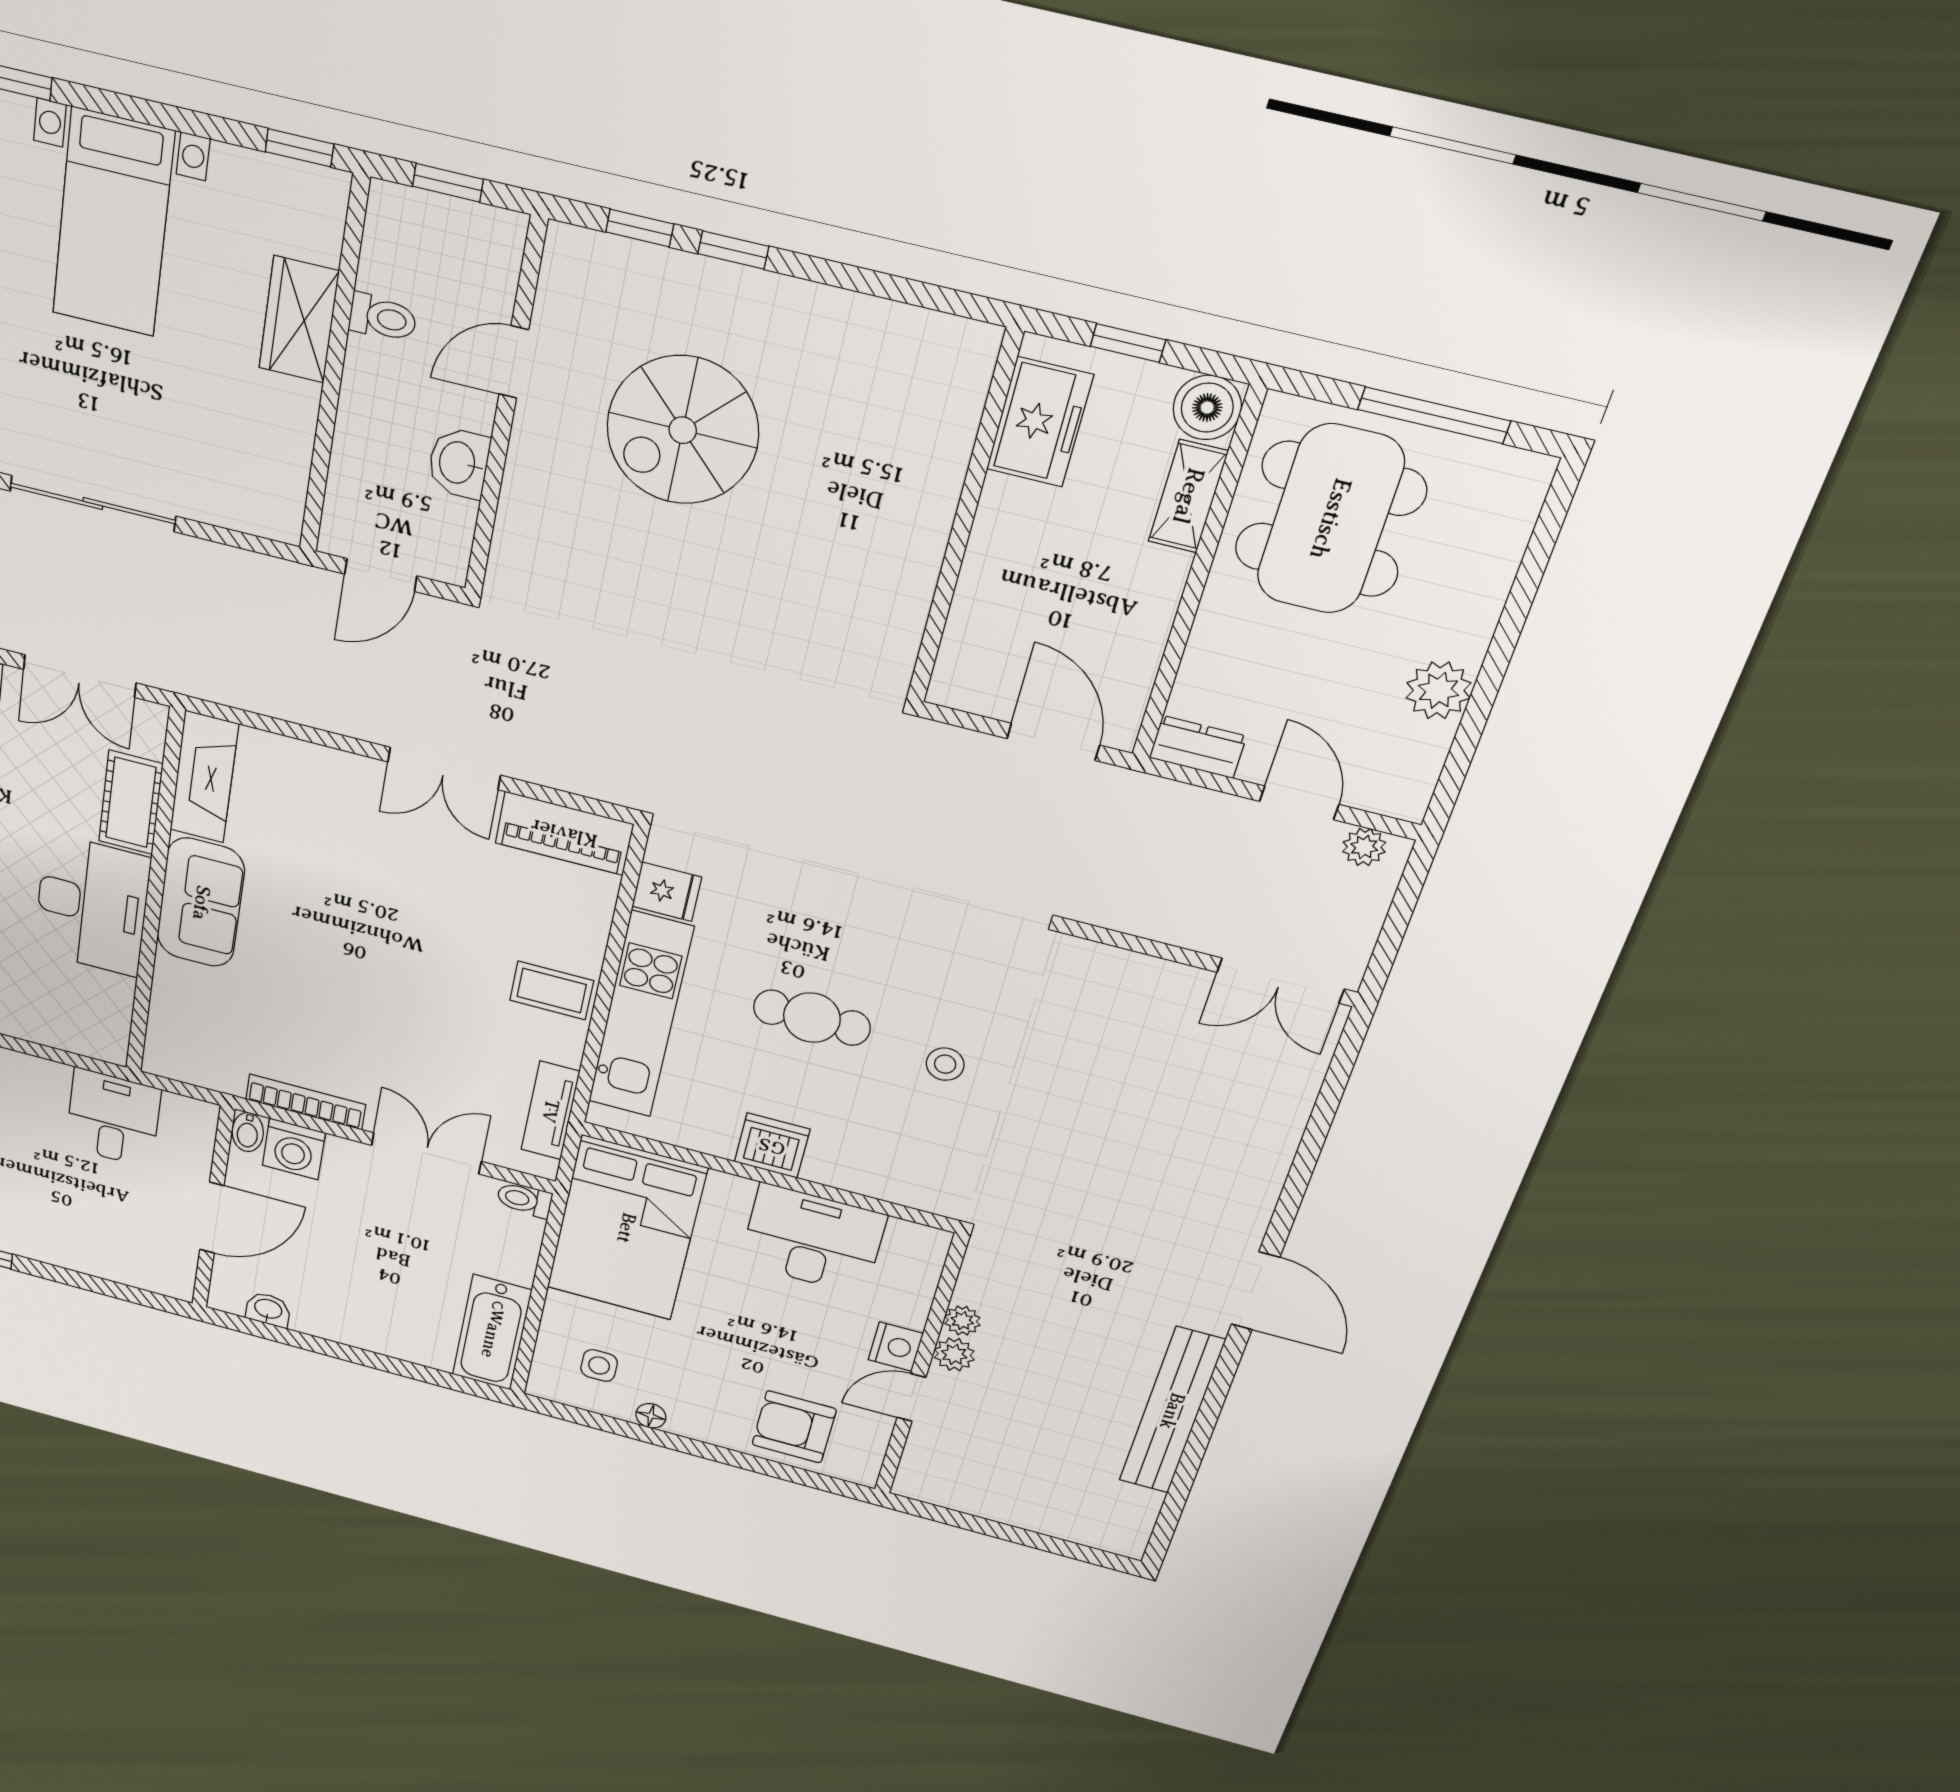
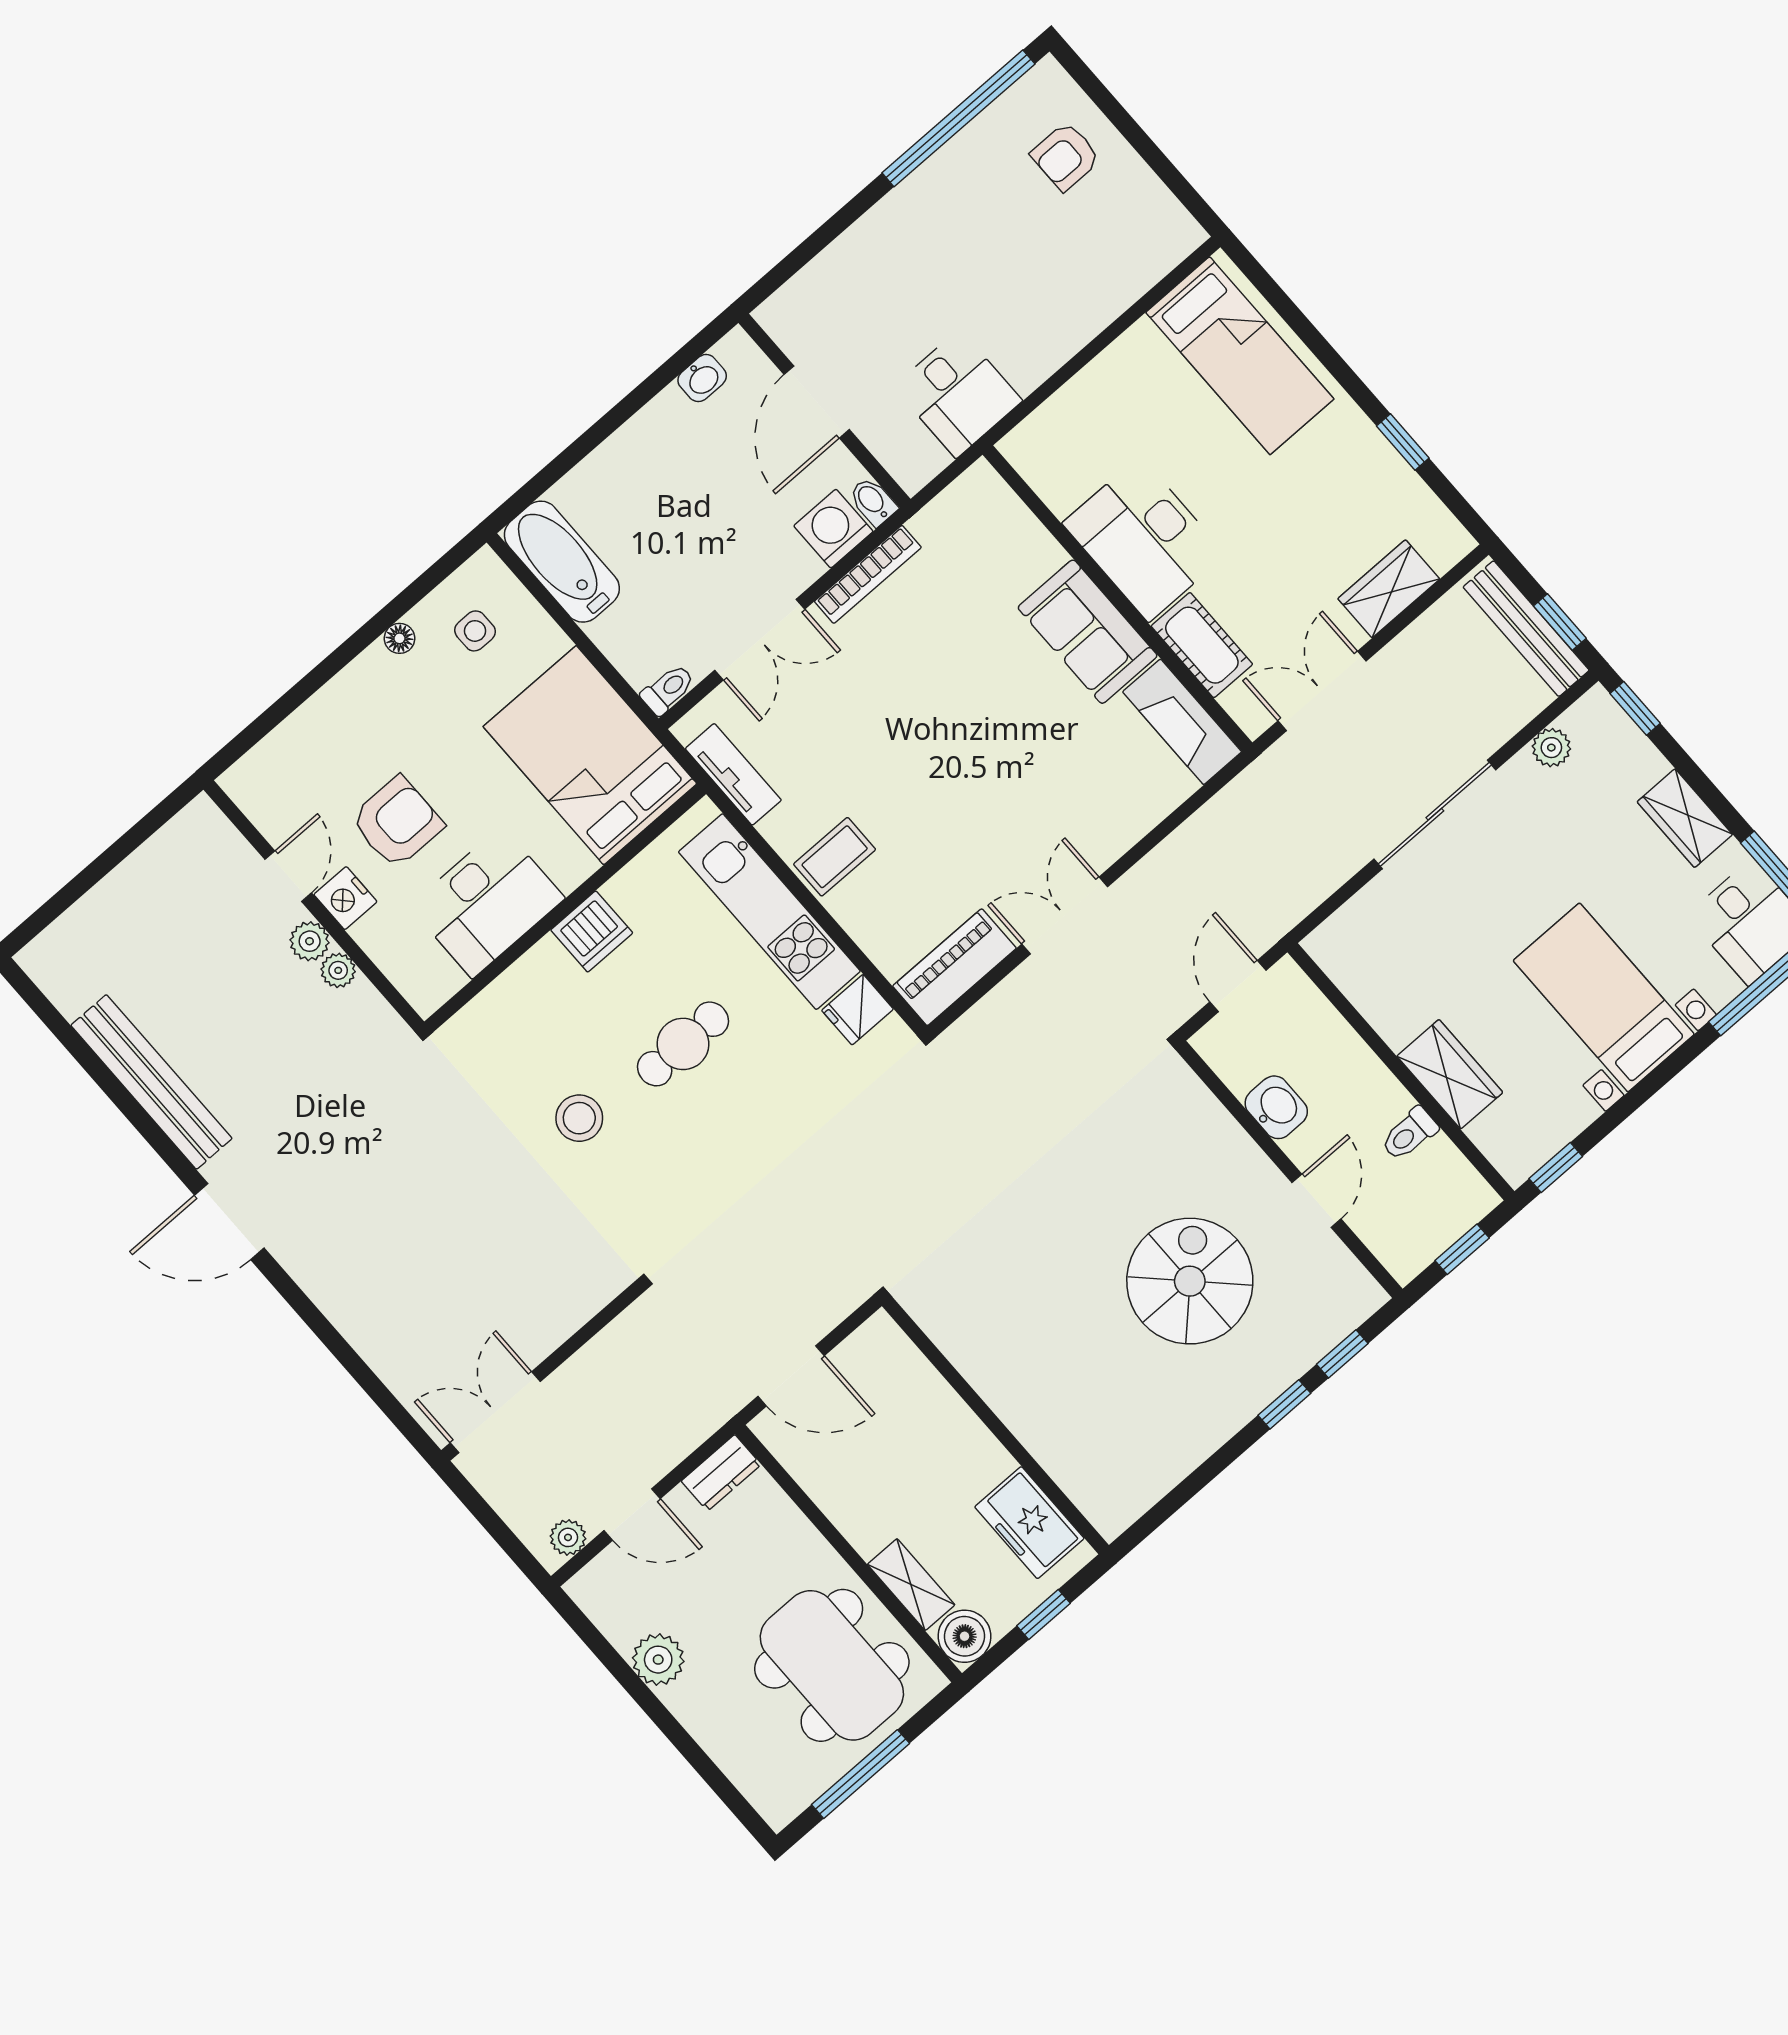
stool: (945, 1064) -> (579, 1118), width x1.37, depth x1.37
armchair: (794, 1427) -> (397, 822), moved

